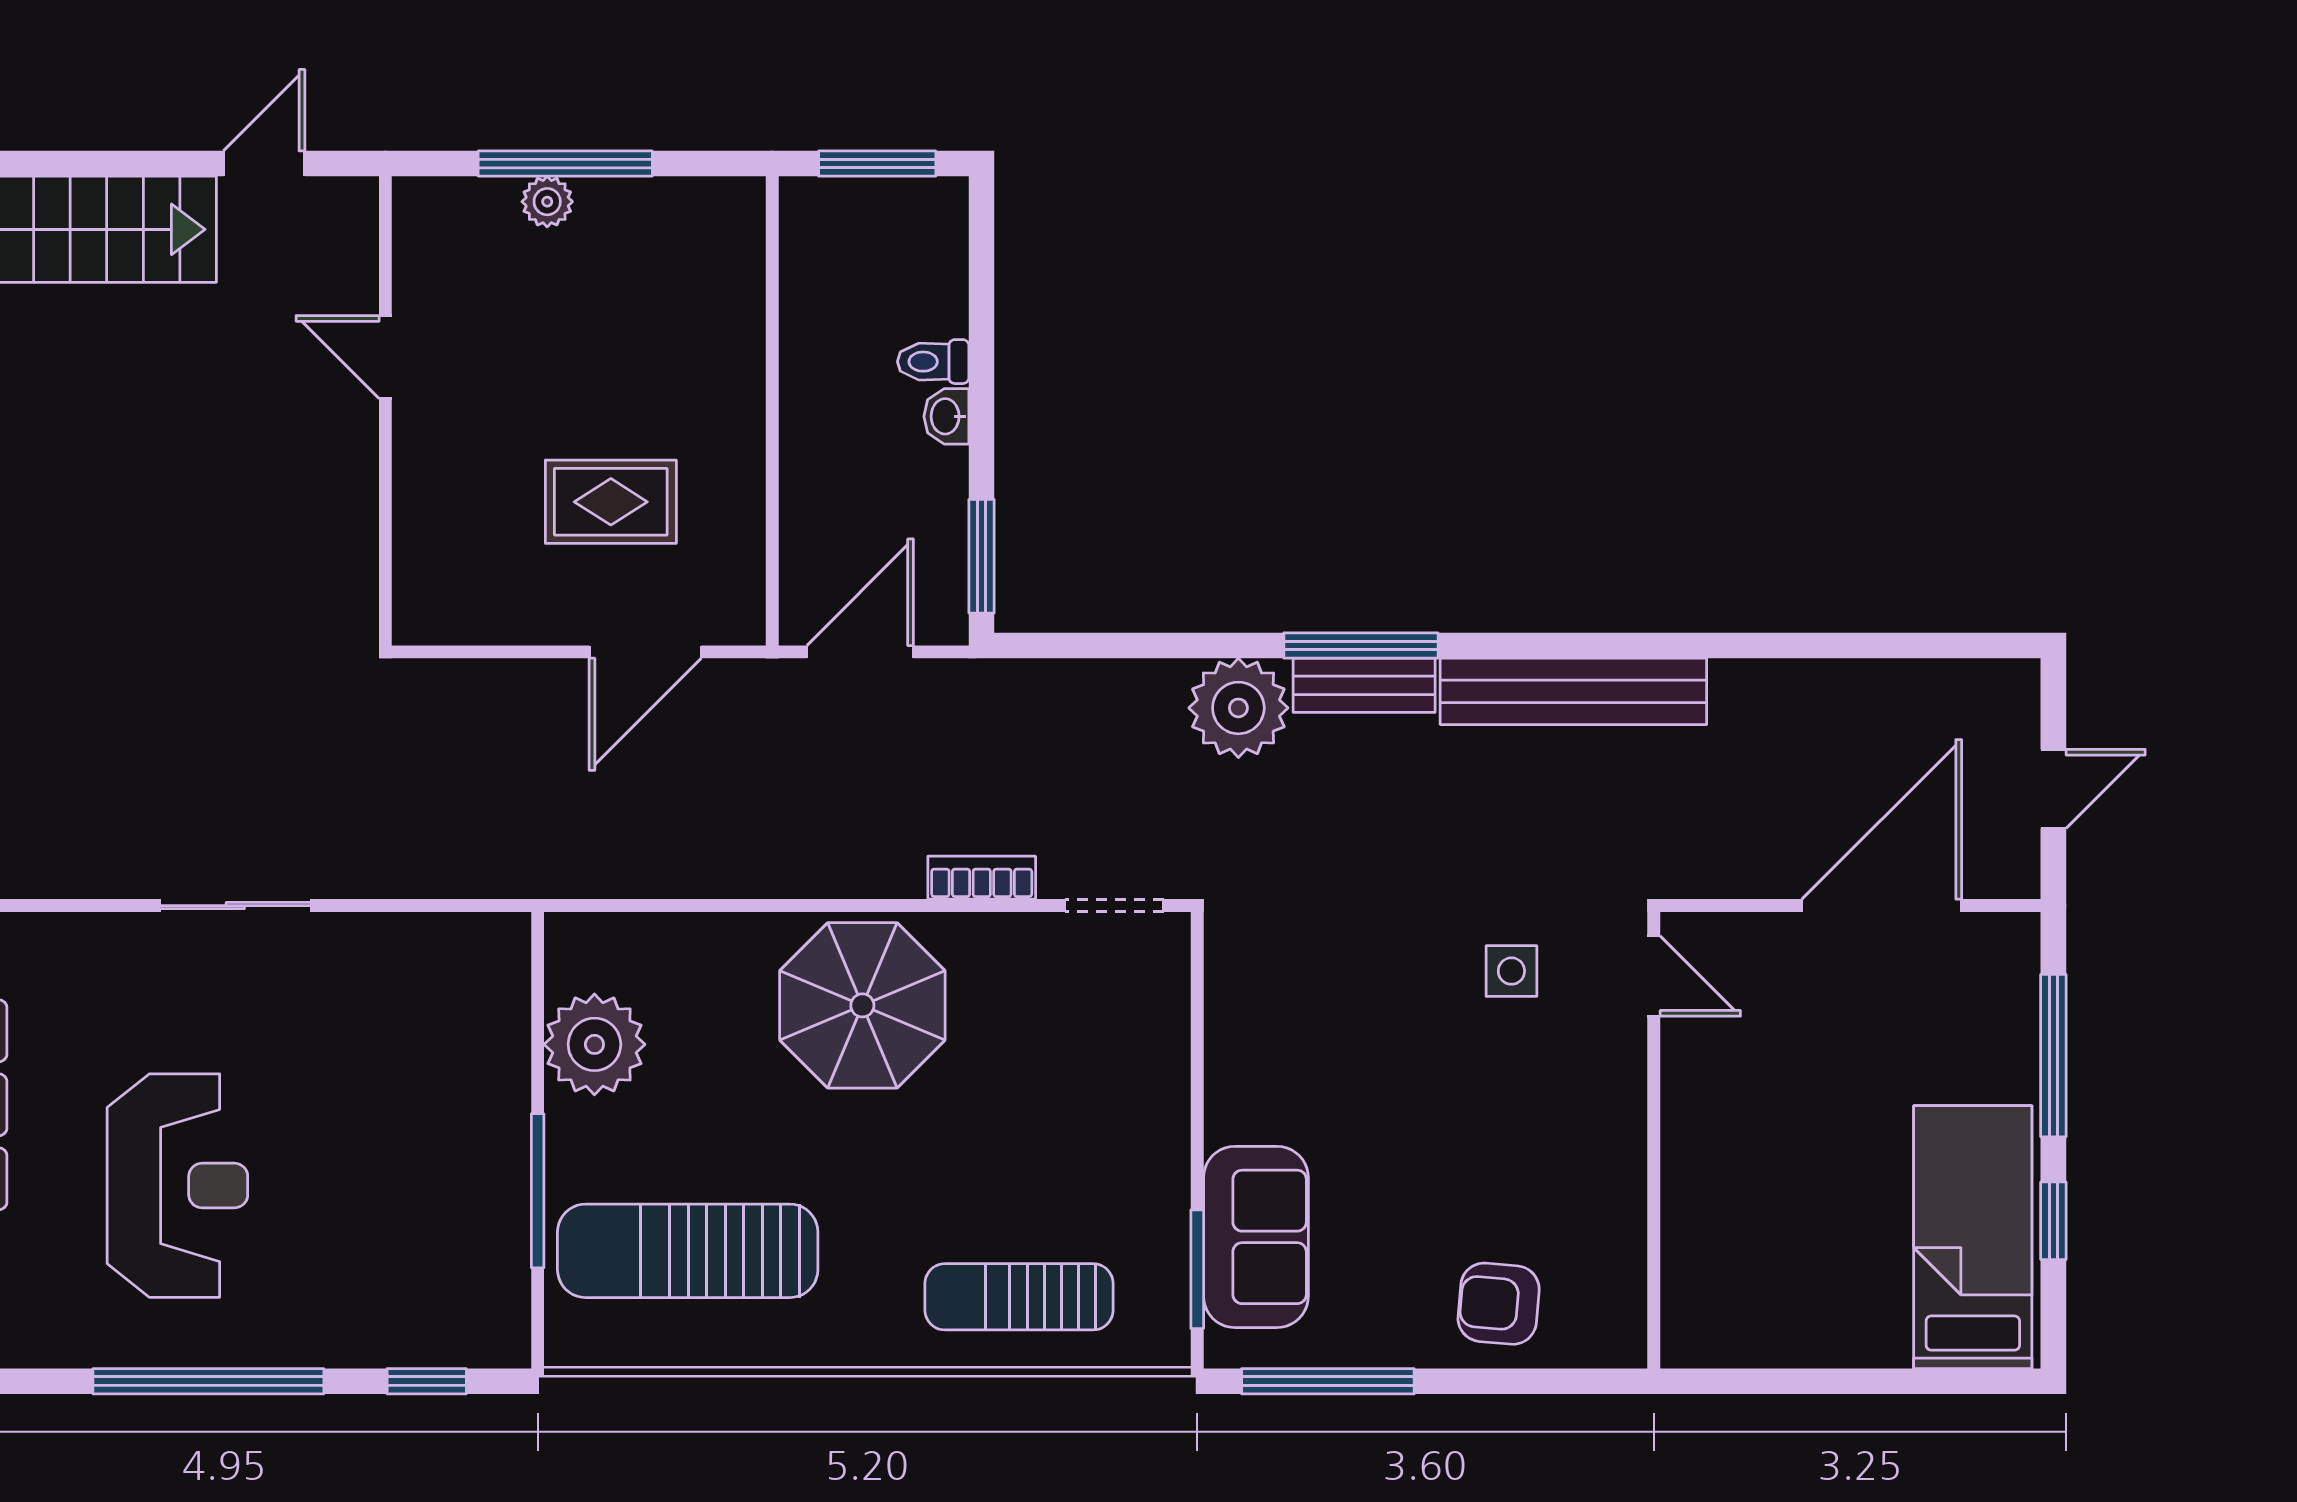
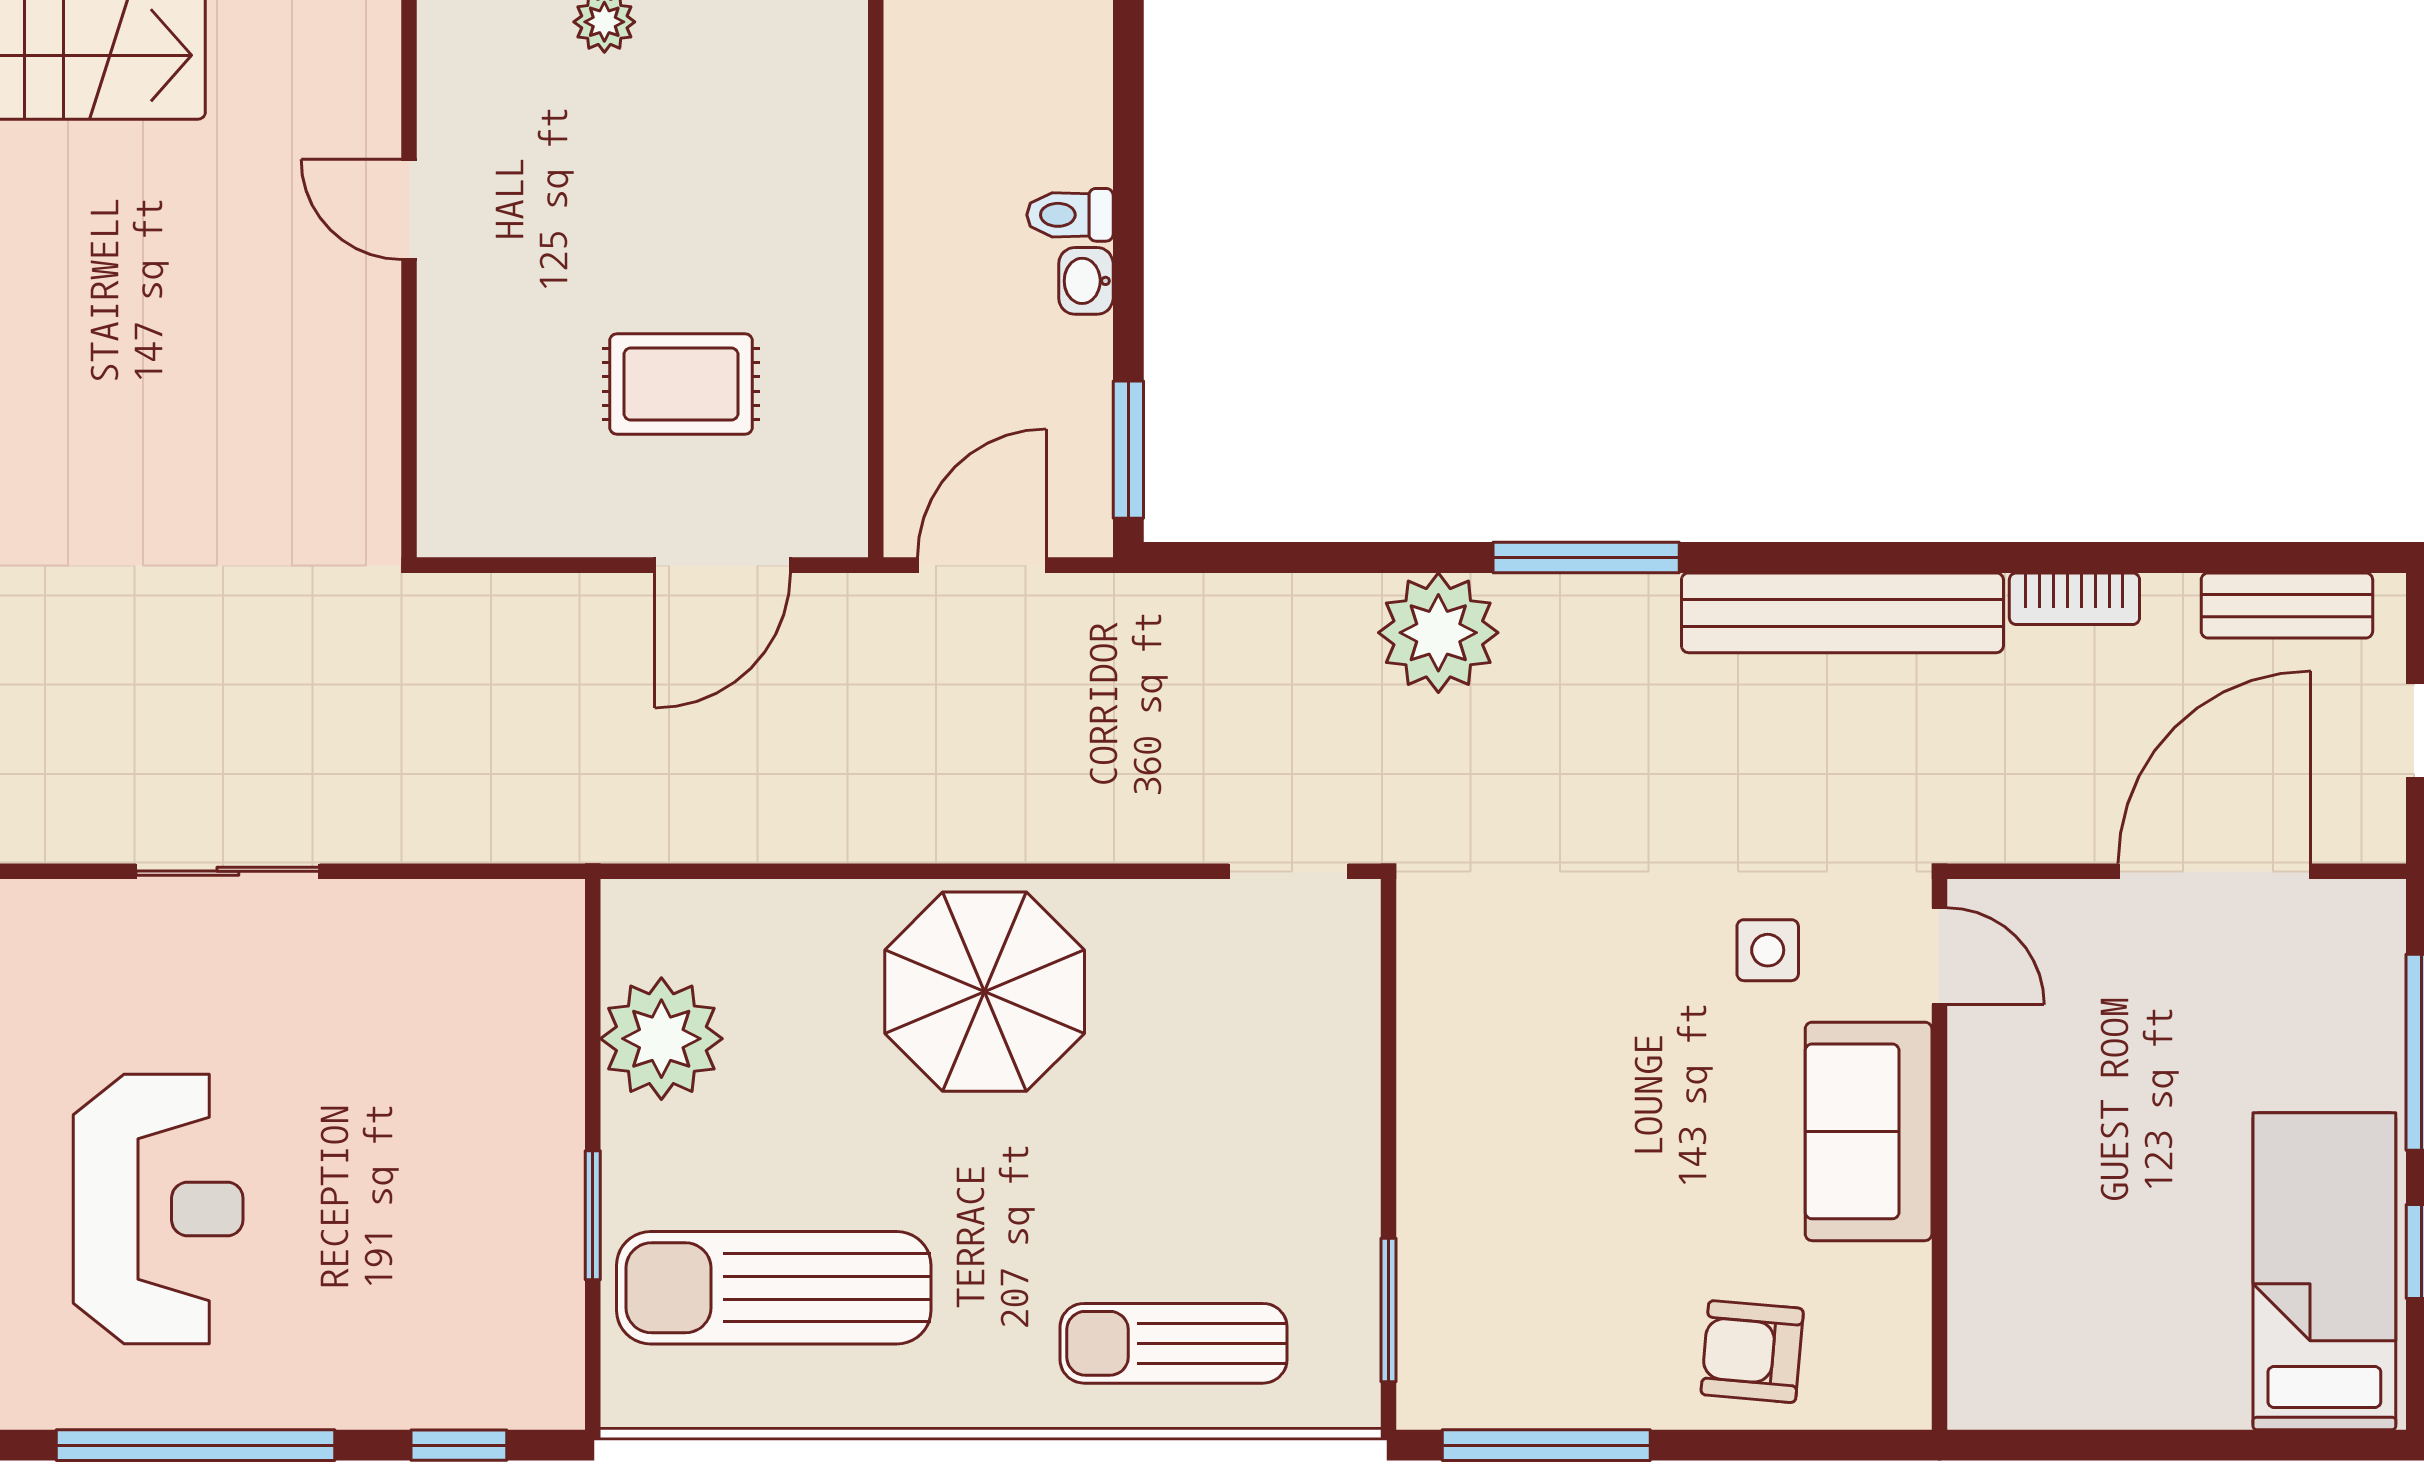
bench: (1364, 685) -> (2287, 605), moved
bookcase: (982, 878) -> (2074, 599), moved, turned 180
window: (538, 1191) -> (593, 1215), width x0.69
sofa: (1256, 1237) -> (1869, 1131), moved, turned 180

